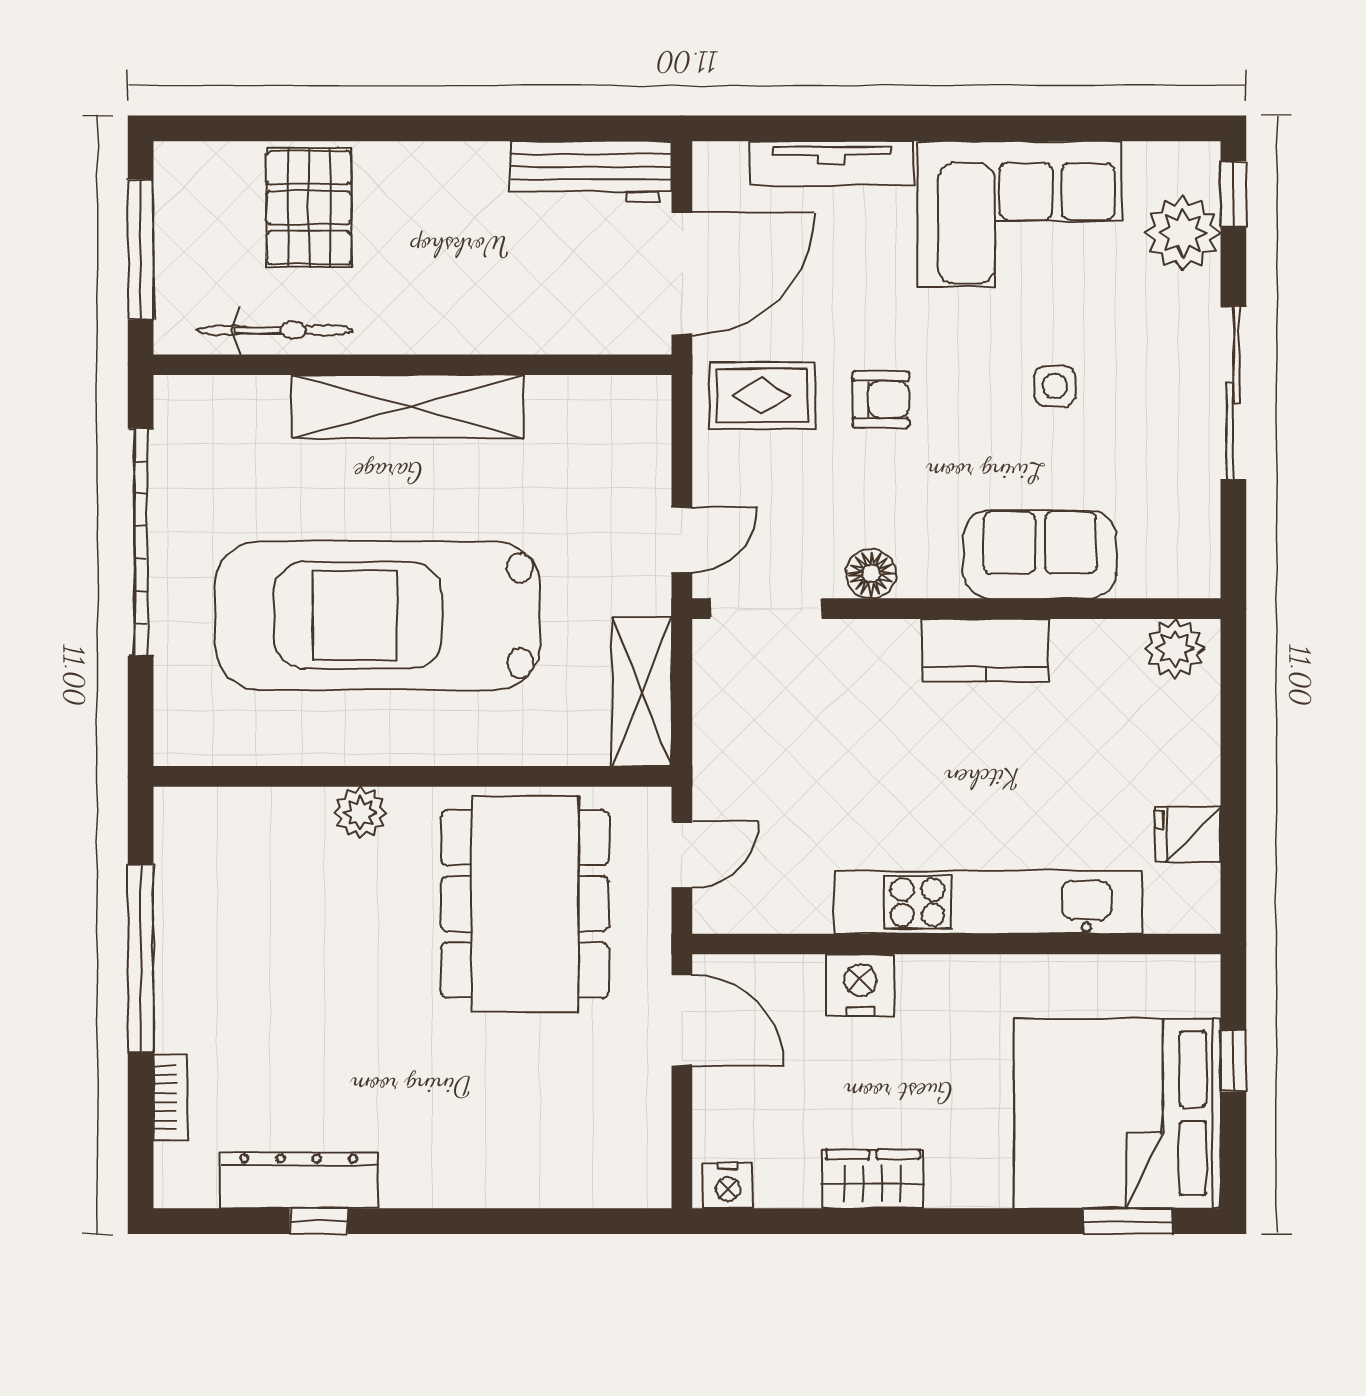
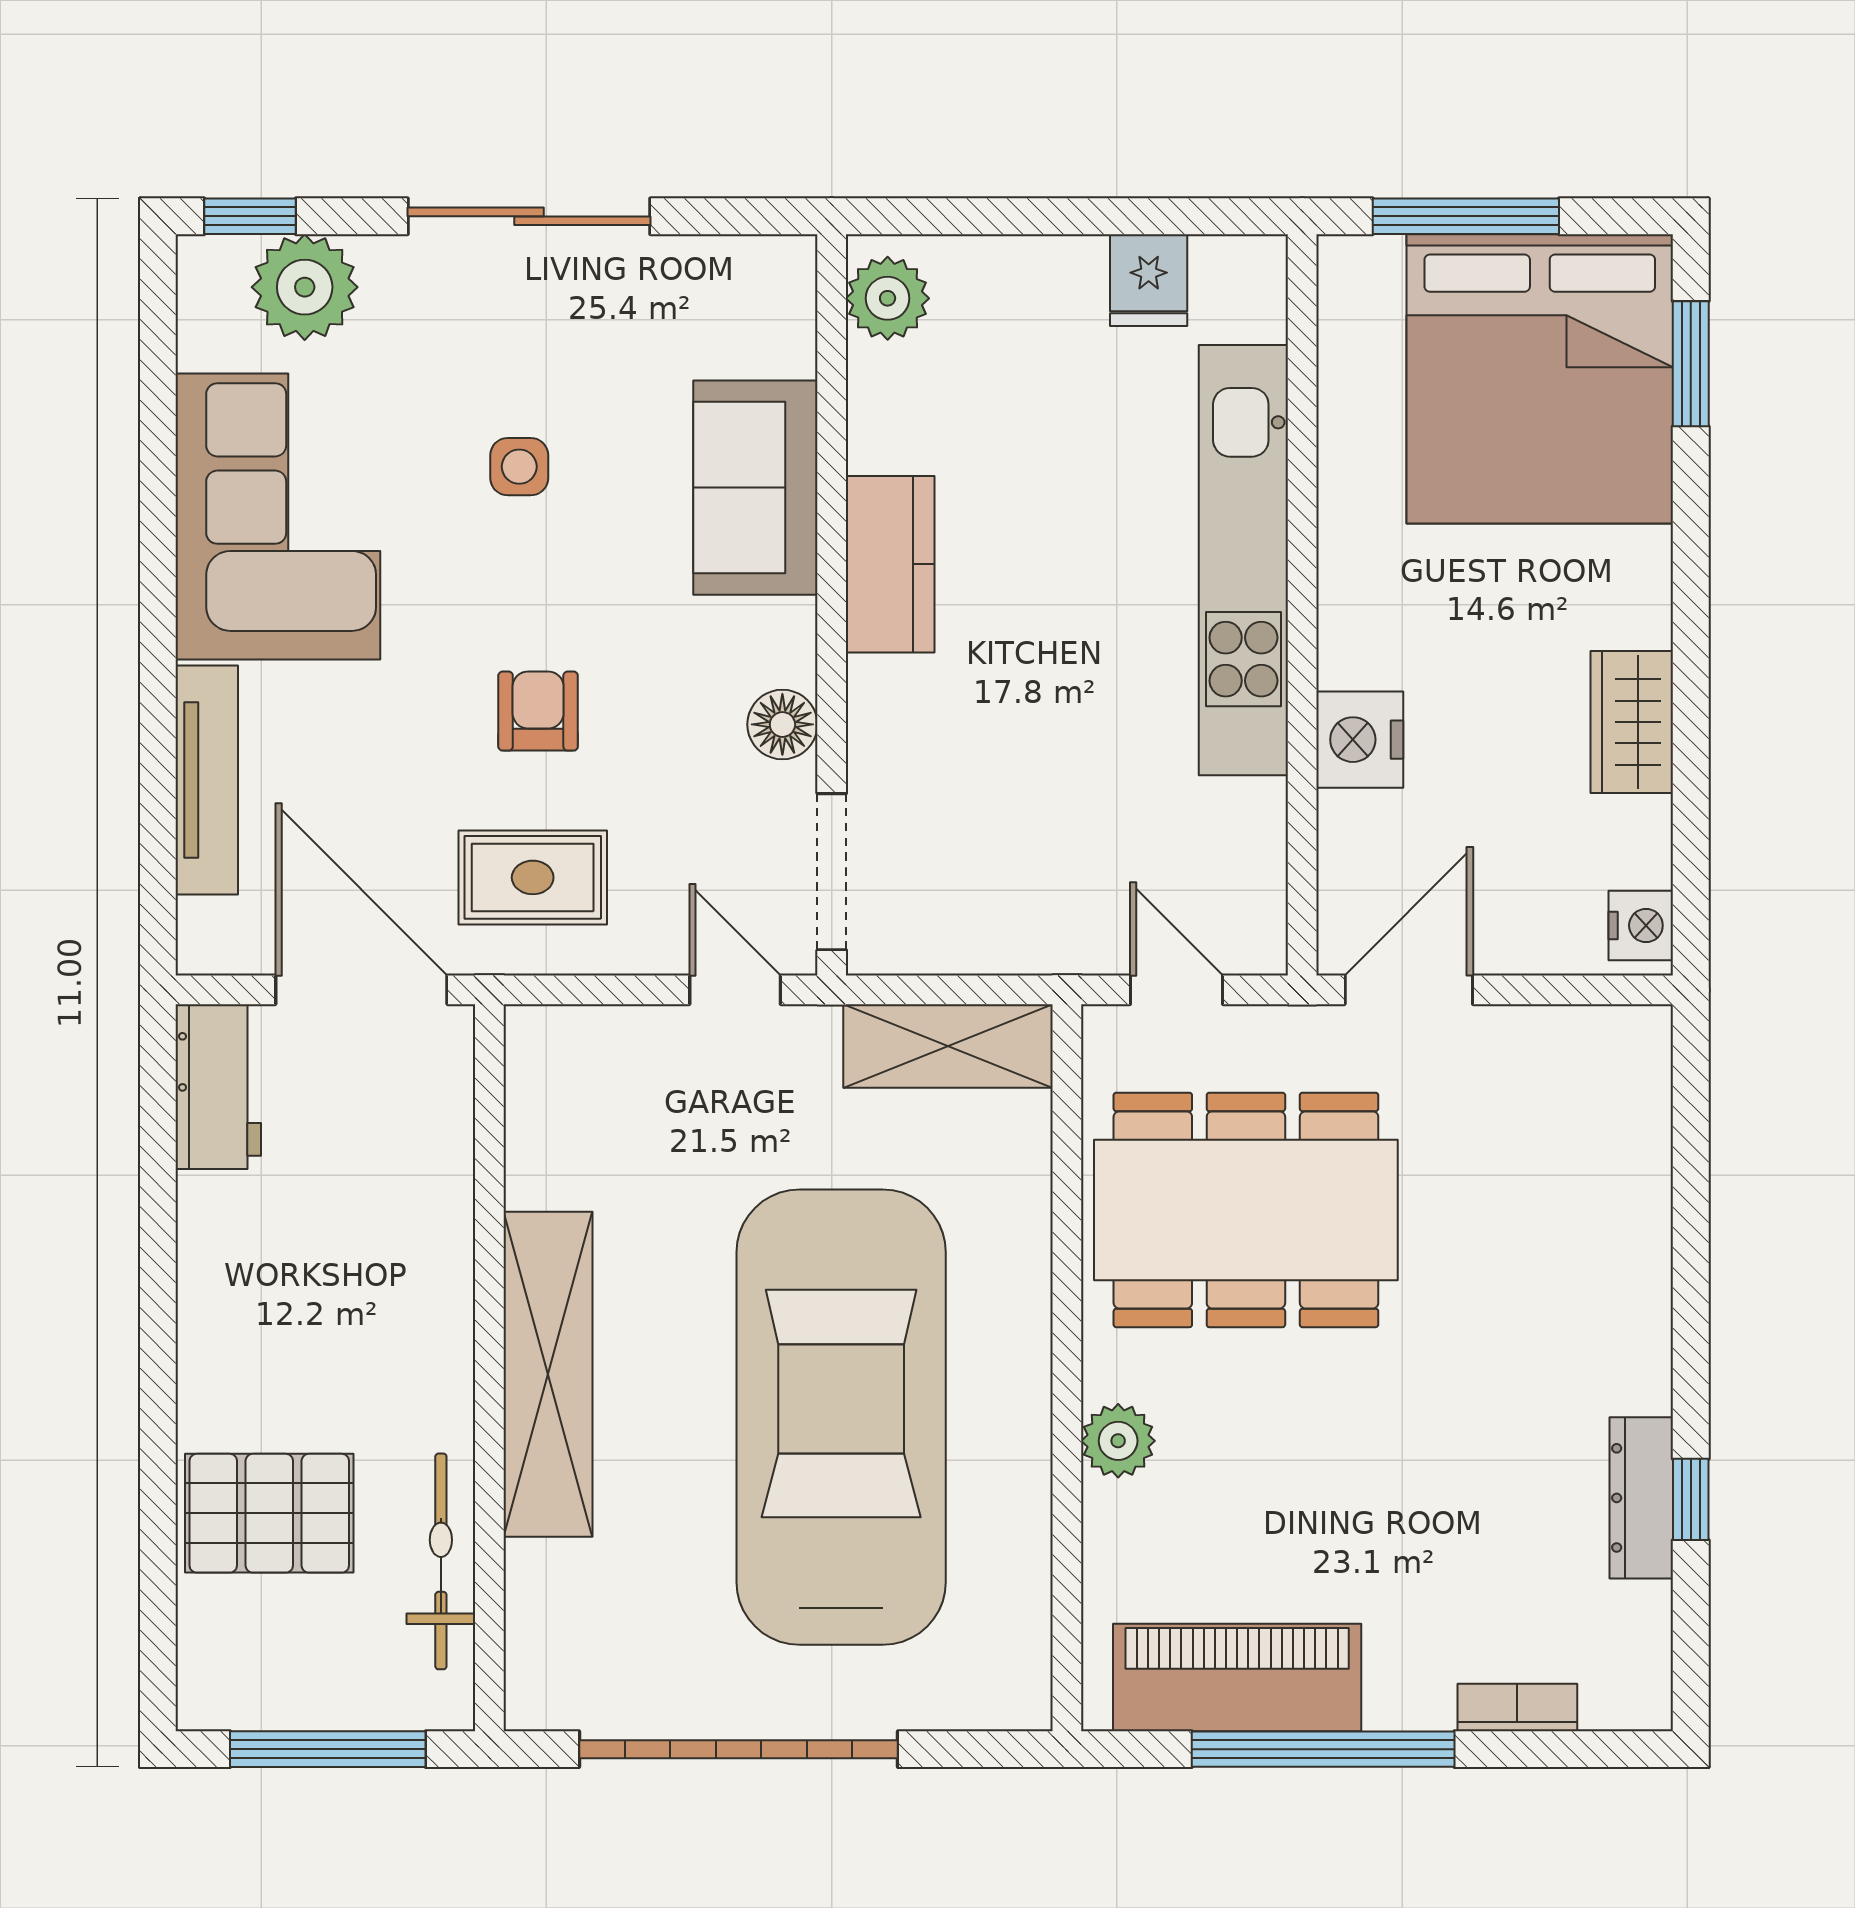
workbench: (591, 171) -> (218, 1087), width x0.73
rug: (762, 396) -> (533, 877), turned 90
car: (377, 615) -> (841, 1417), turned 180
piano: (192, 898) -> (1237, 1677), added
window: (1233, 1061) -> (1466, 216), width x2.17
dresser: (299, 1180) -> (1641, 1498), width x0.73, depth x0.80

